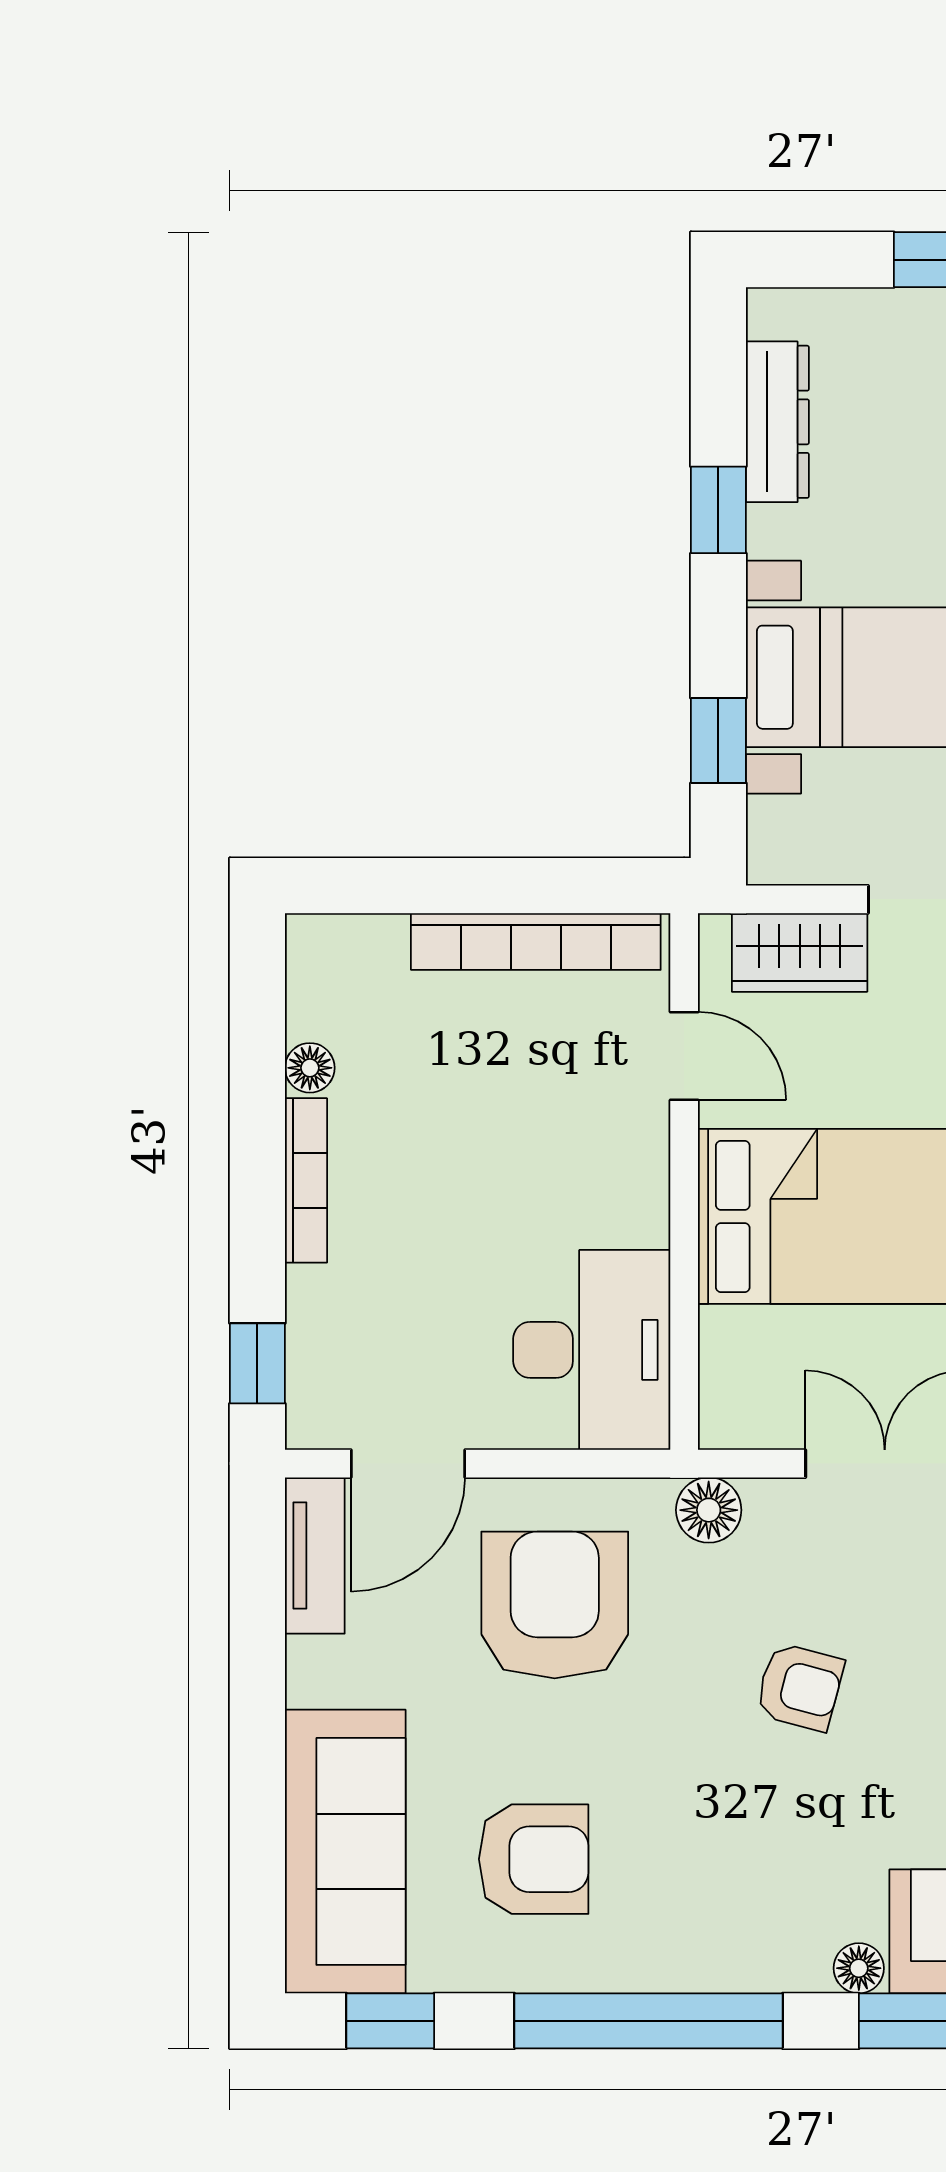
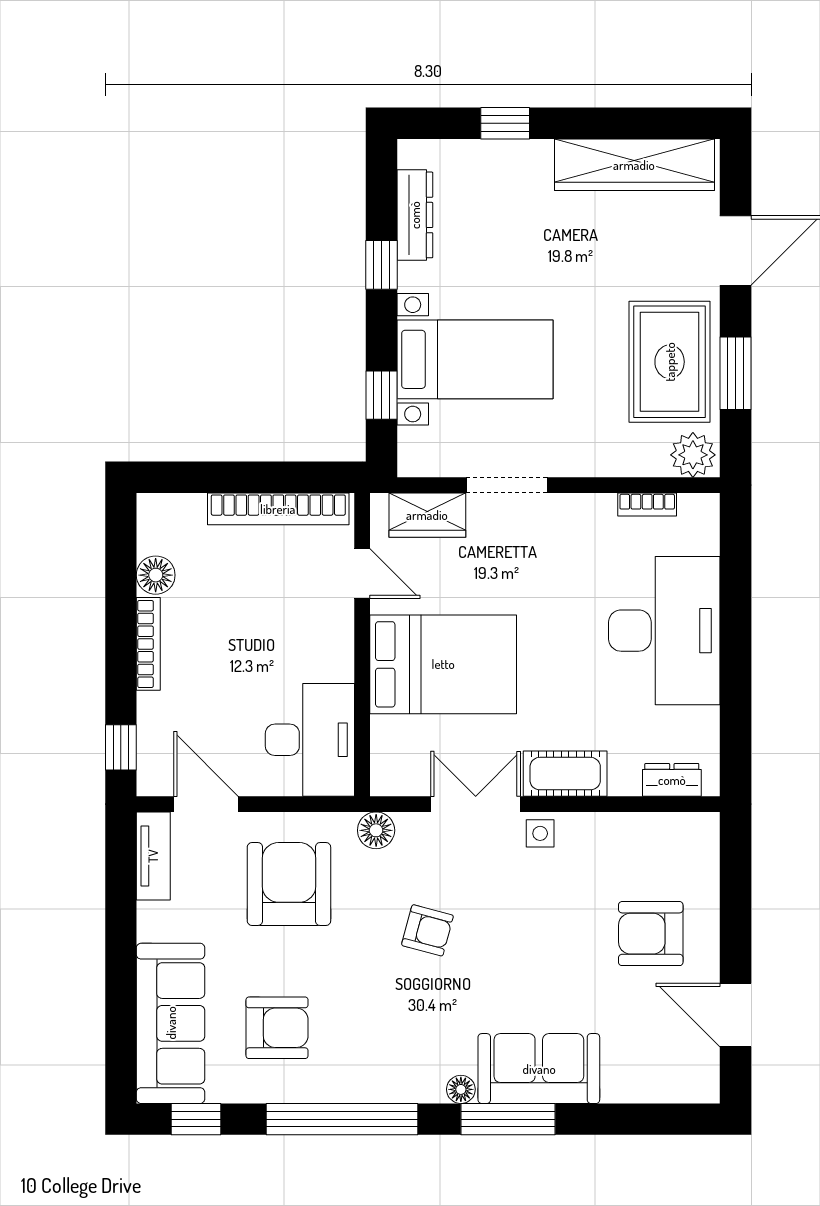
floor lamp: (310, 1068) -> (156, 575), width x1.37, depth x1.37
door: (408, 1464) -> (206, 804), swing flipped

